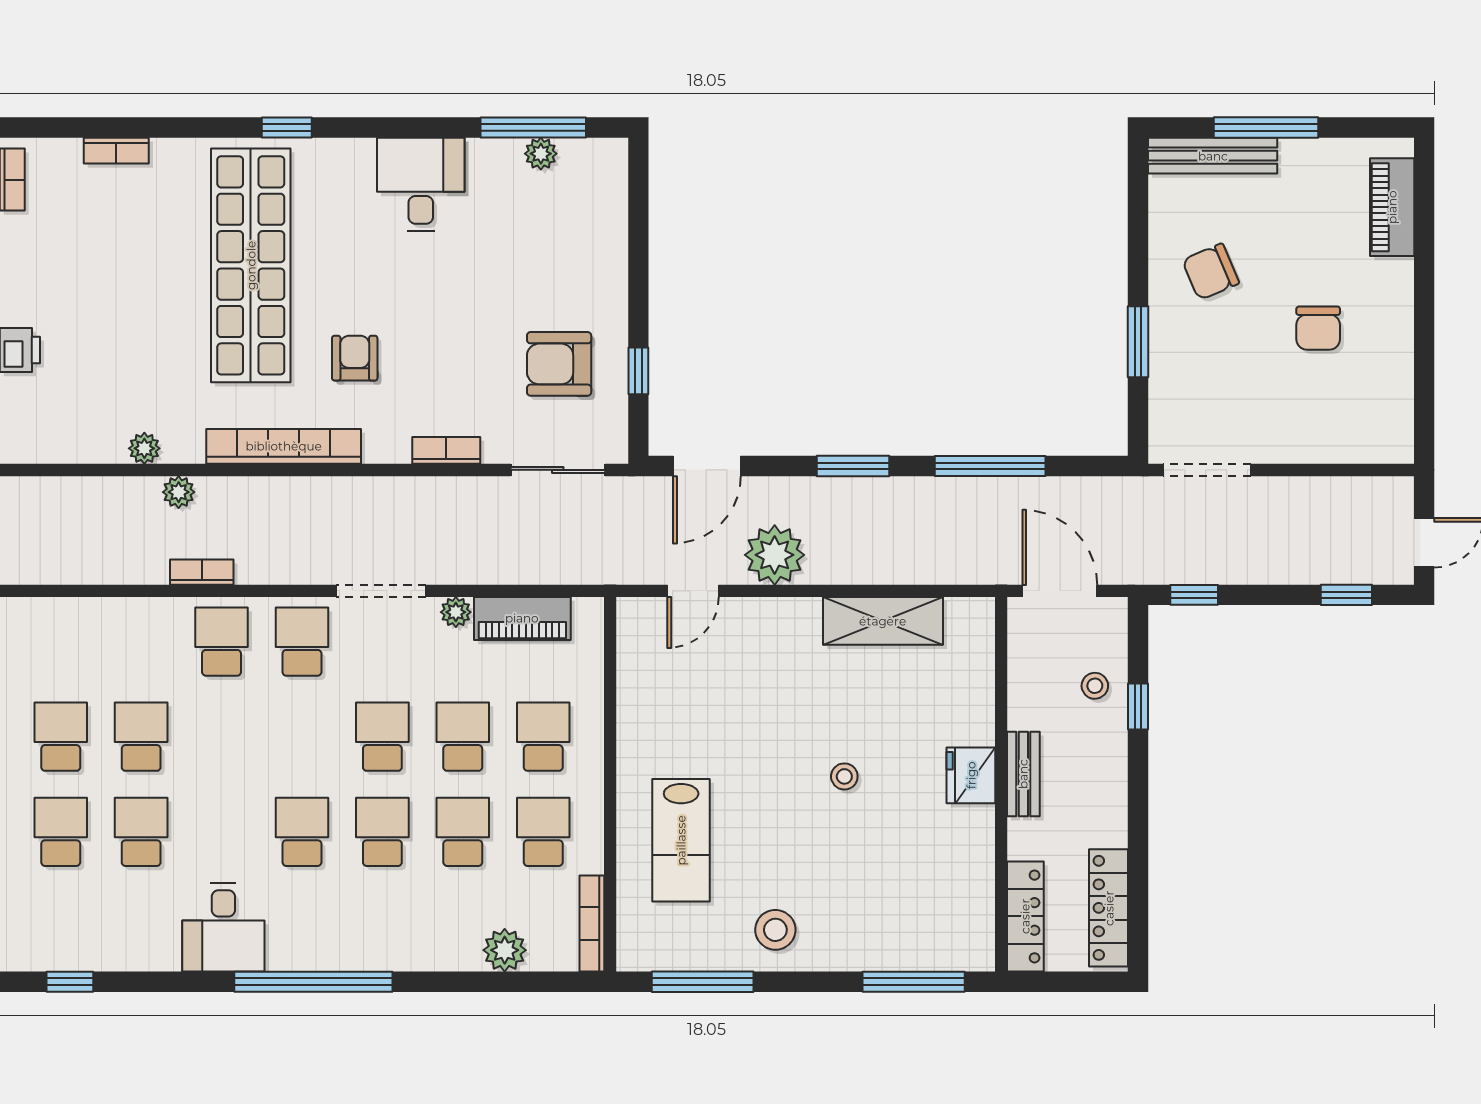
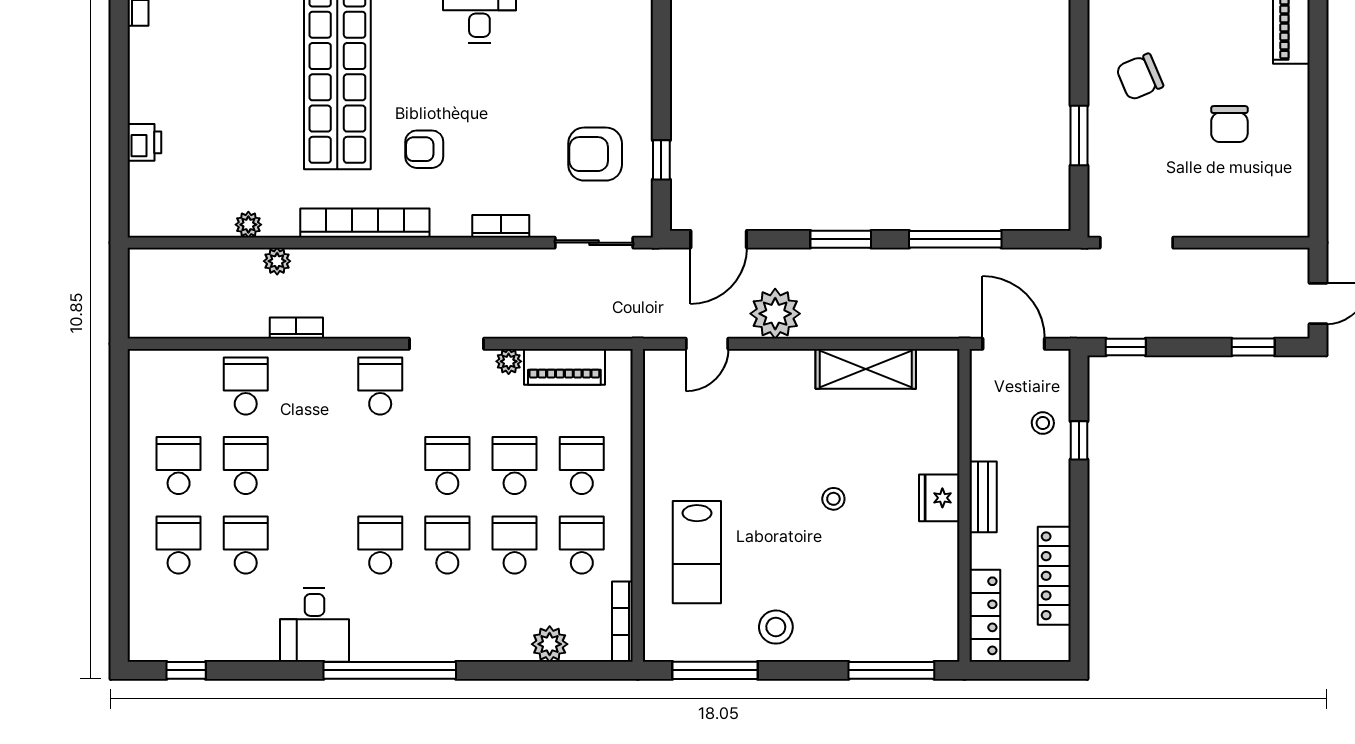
armchair: (355, 358) -> (424, 149), turned -90
school desk: (222, 642) -> (246, 386), moved
locker: (1109, 908) -> (1054, 576), moved

